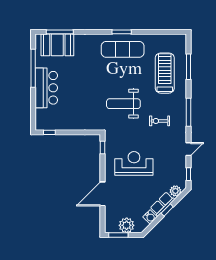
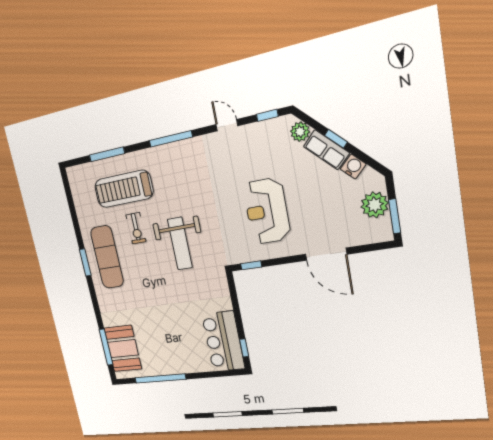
bar counter: (46, 88) -> (223, 341), moved, turned -90
exercise bike: (160, 121) -> (136, 228), moved

